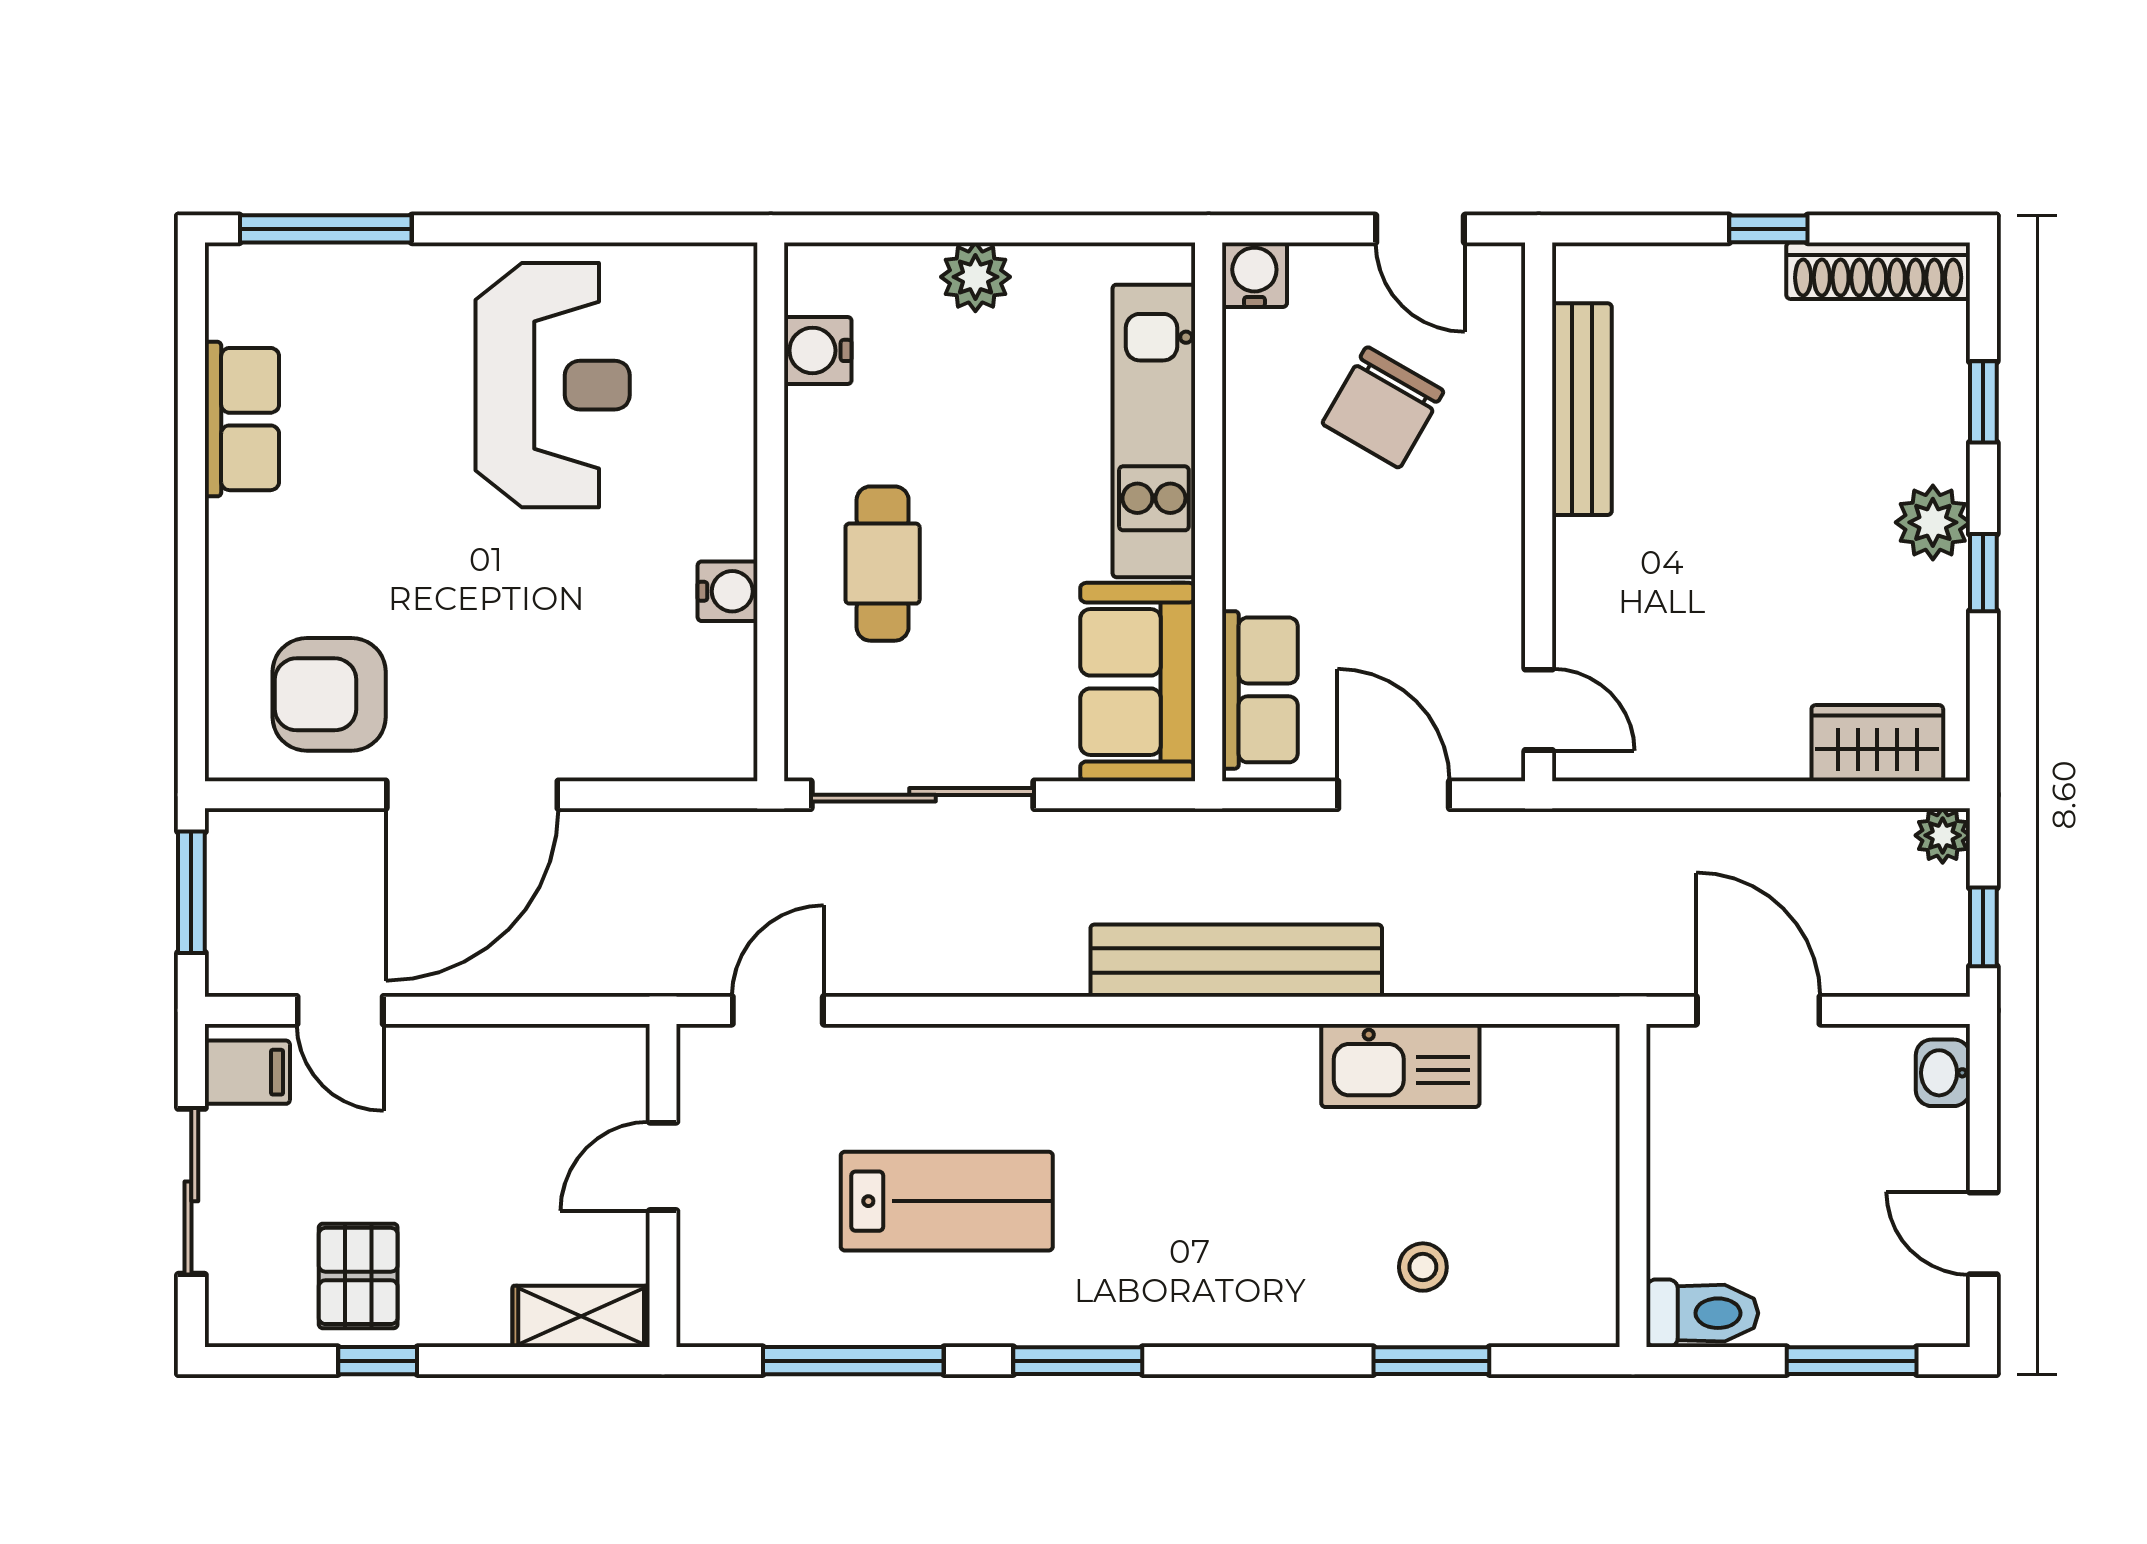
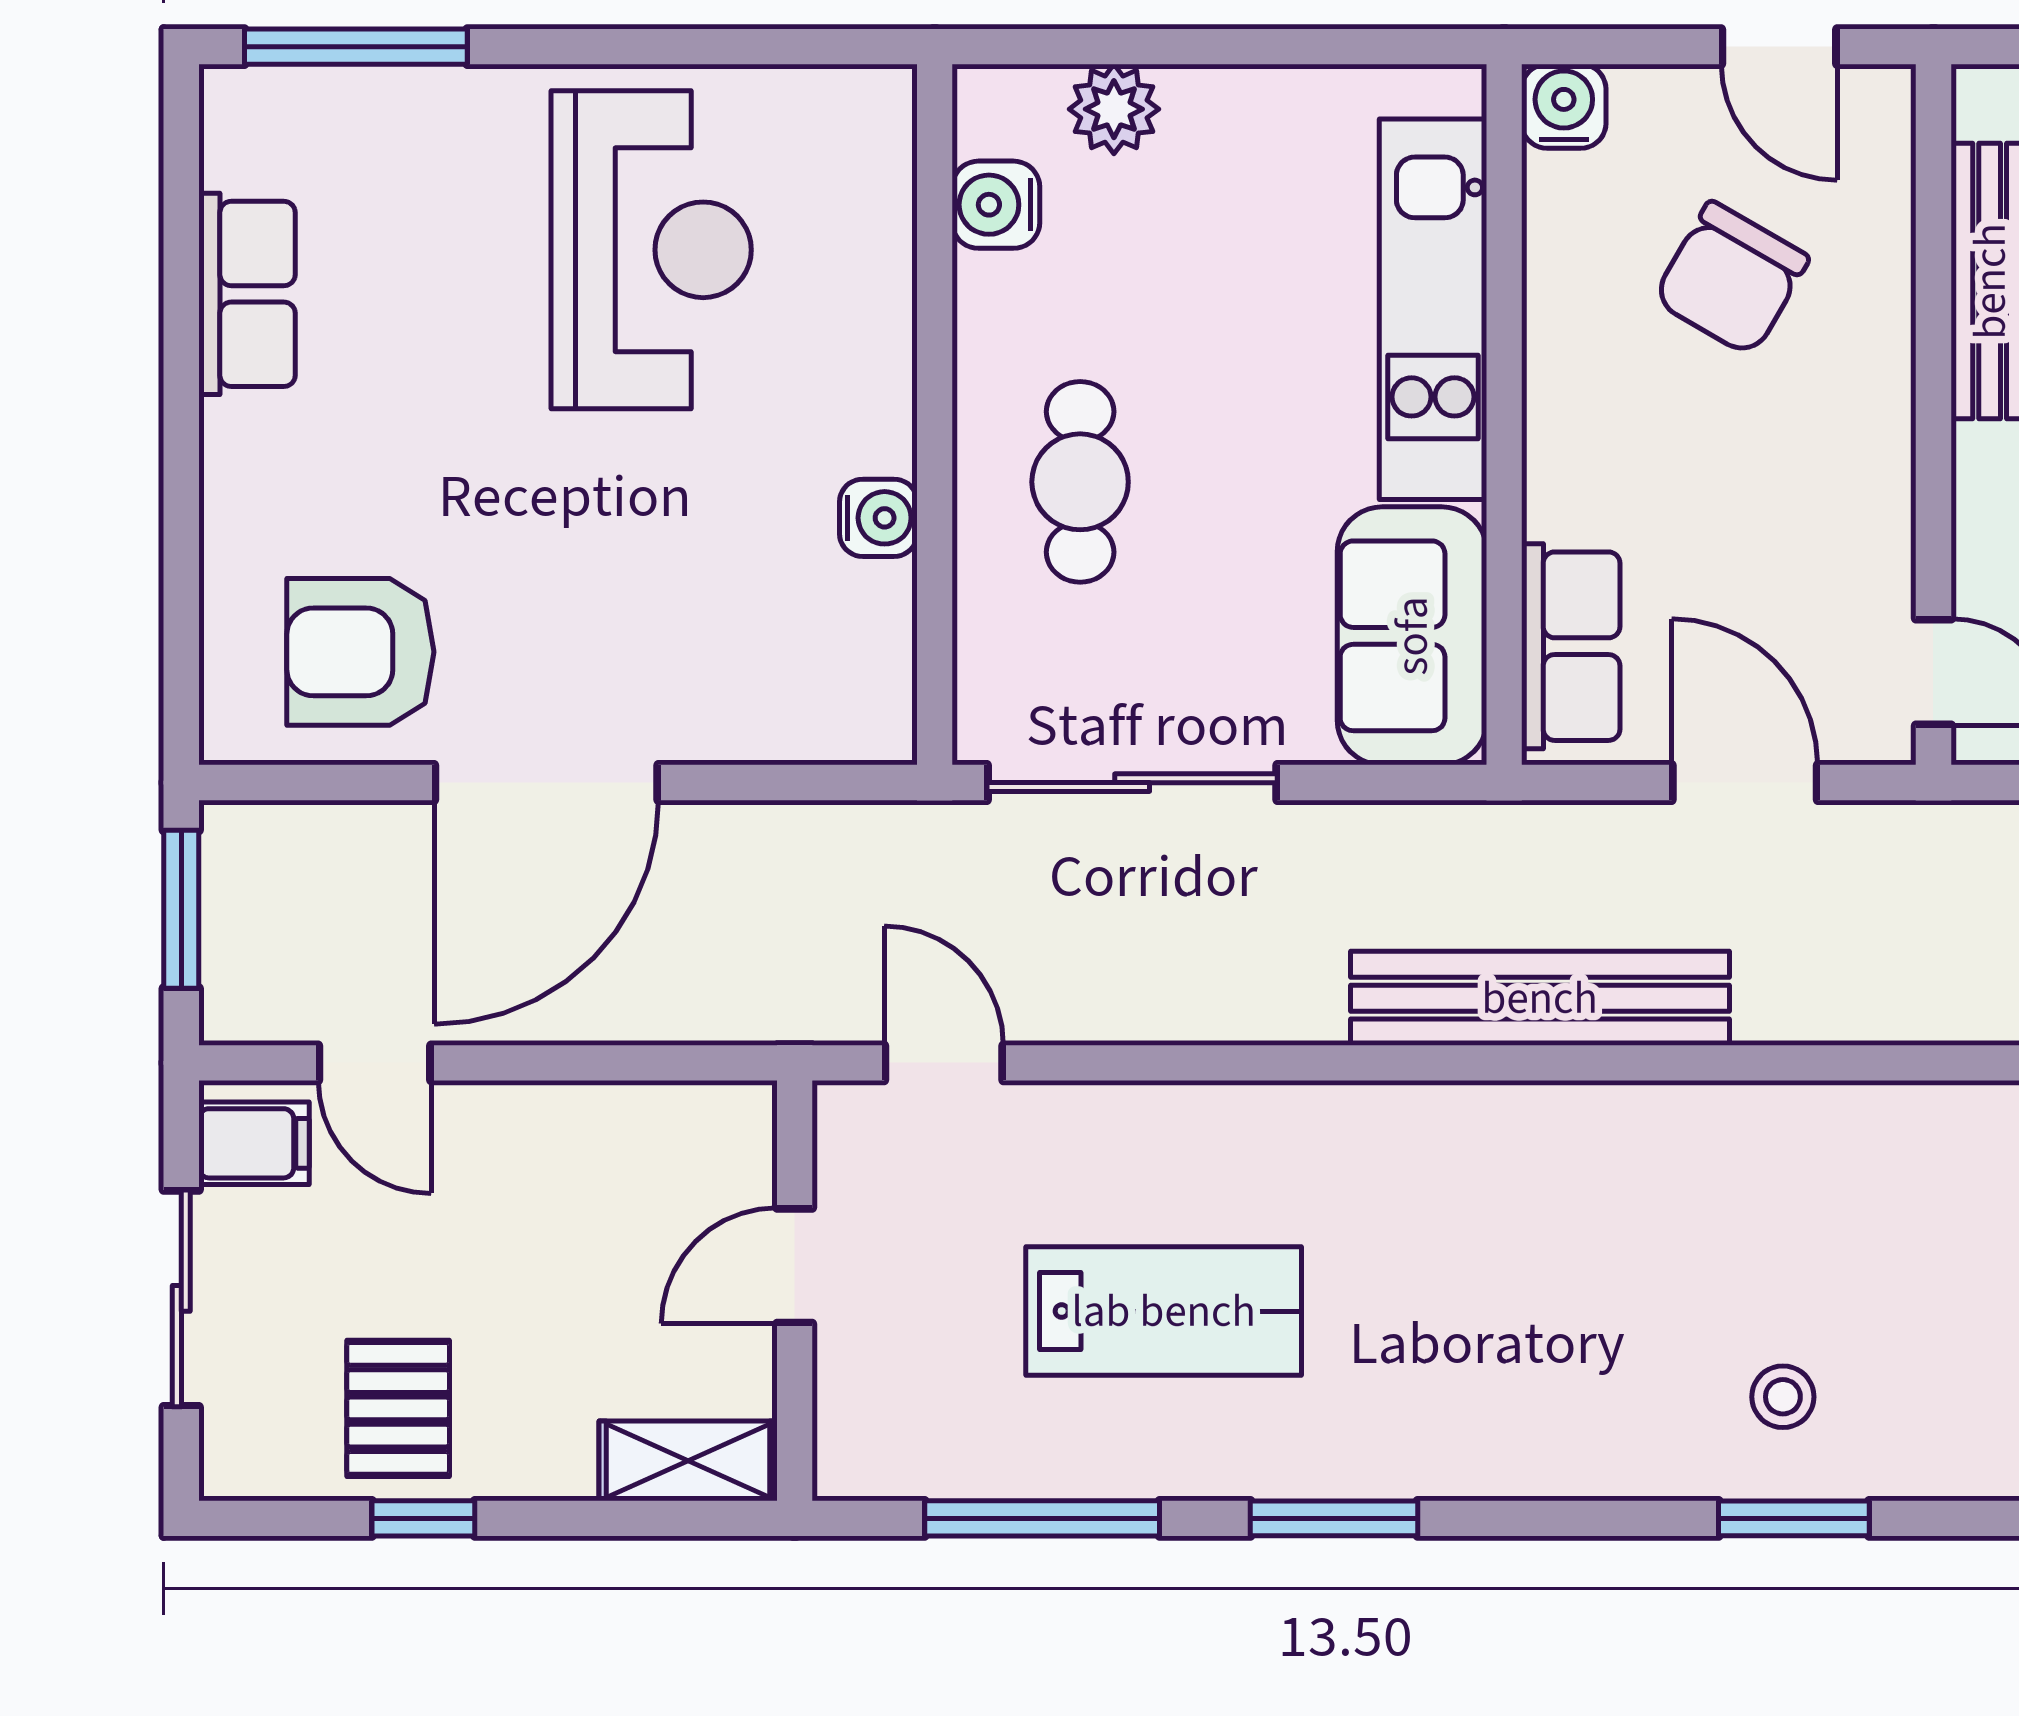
plant: (975, 277) -> (1114, 109), moved
door: (778, 1010) -> (944, 1063), hinge flipped
kitchen sink: (1400, 1065) -> (1754, 1135), removed

